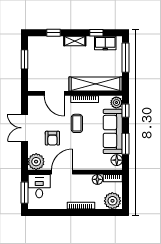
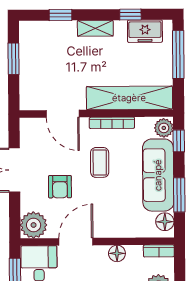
floor lamp: (97, 179) -> (117, 253), moved

